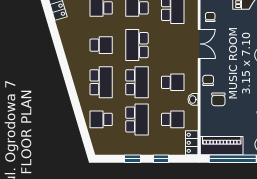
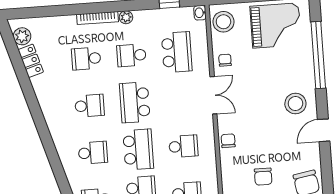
school desk: (101, 82) -> (93, 153), width x0.54
washbasin: (193, 99) -> (211, 166), removed
chair: (218, 99) -> (263, 177), moved

